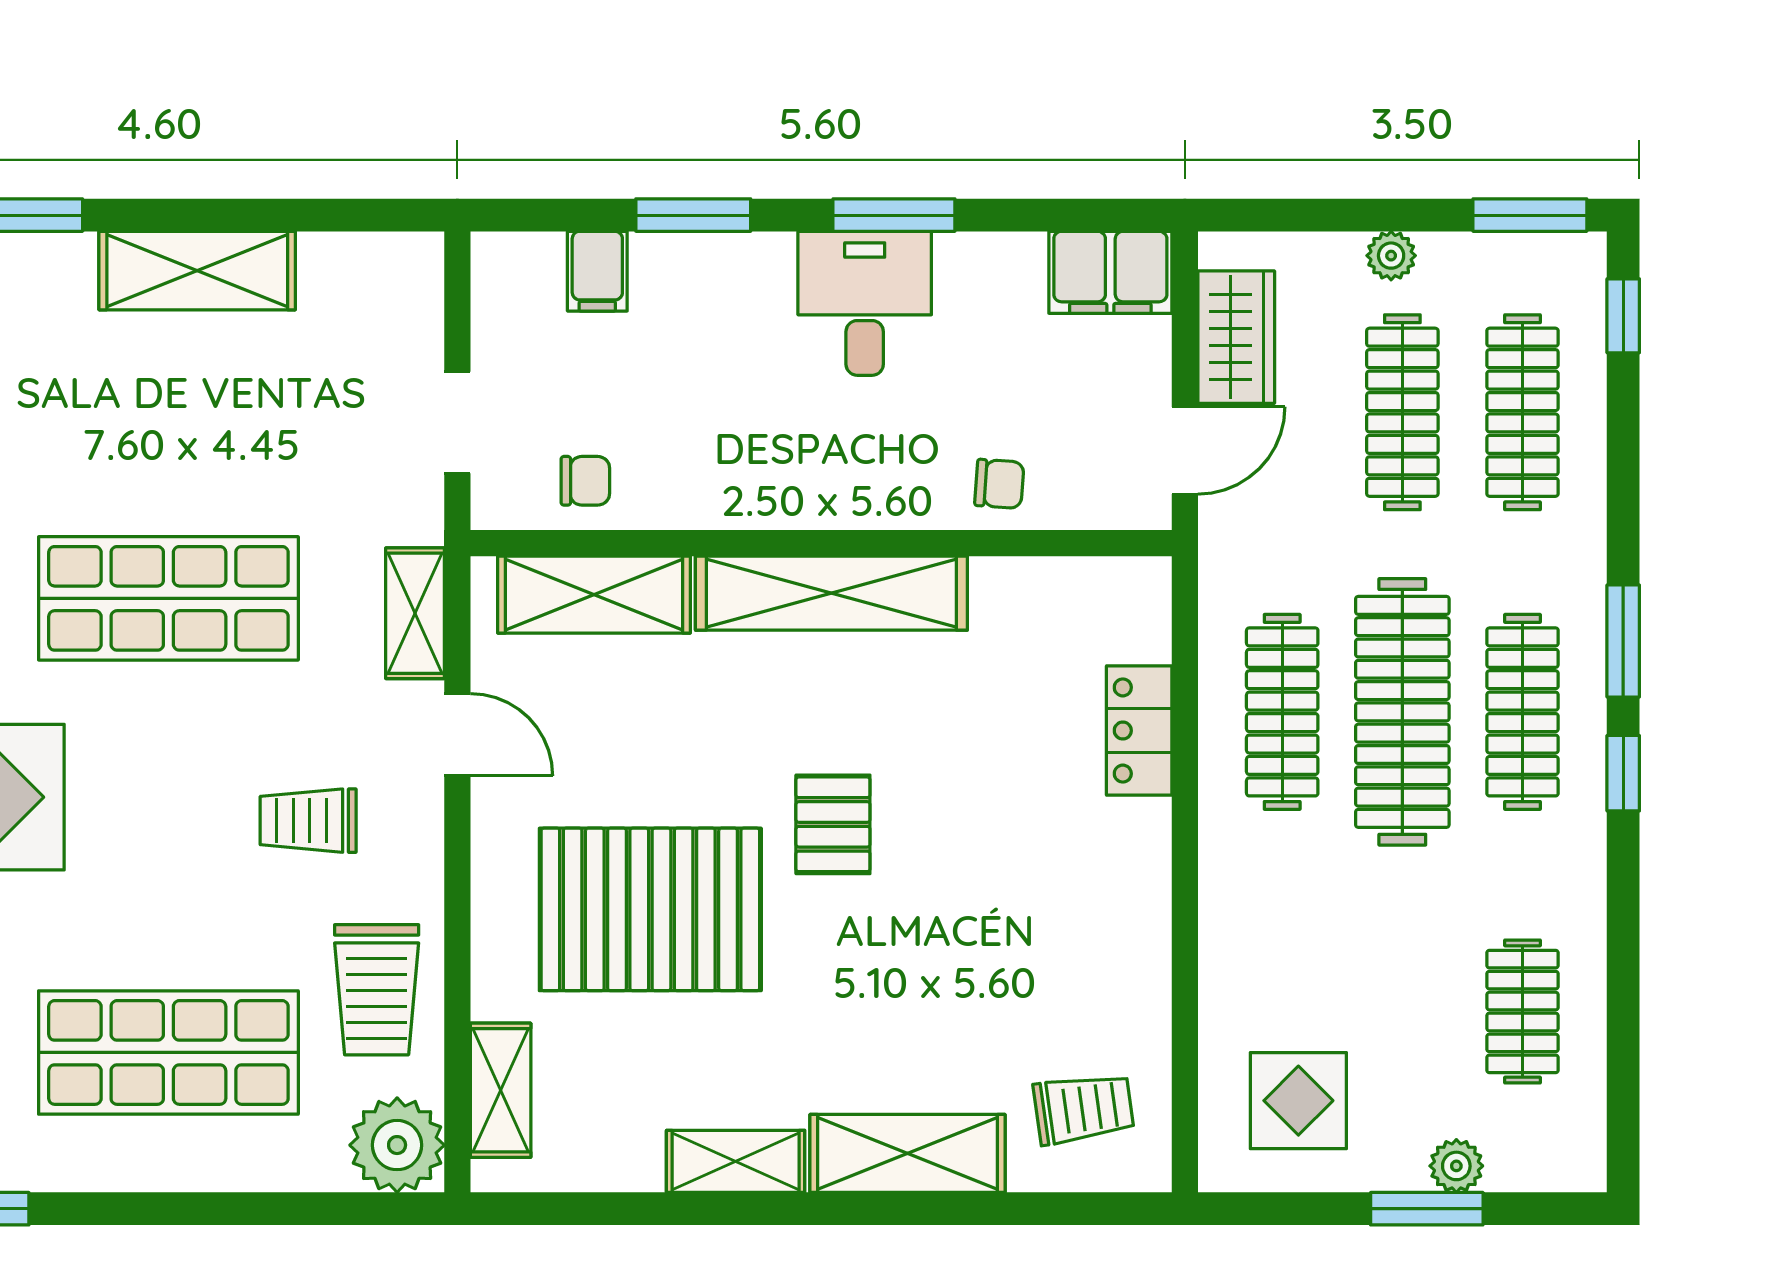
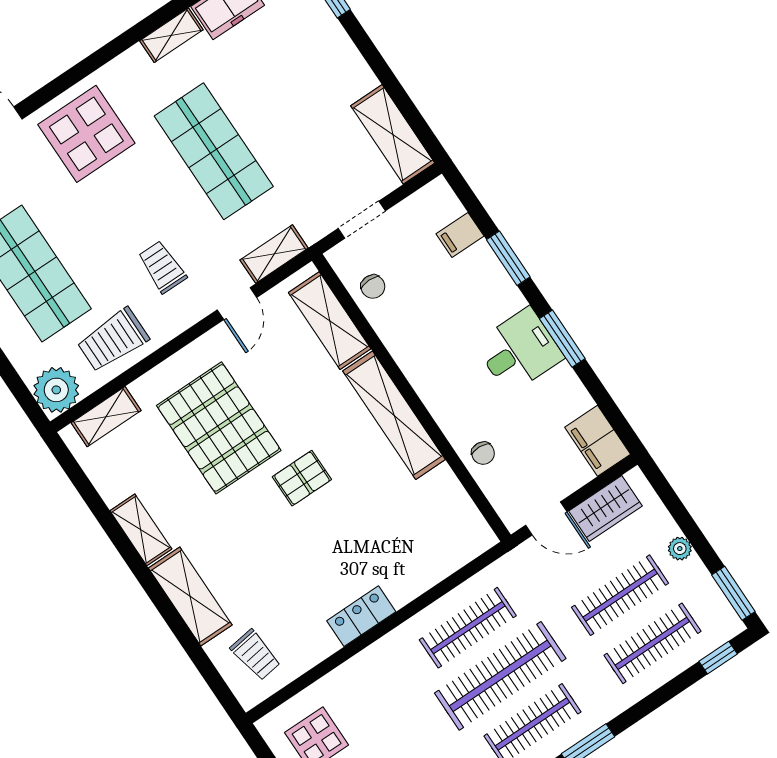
shelving: (197, 271) -> (393, 134), moved
locker: (1139, 731) -> (361, 616), moved

